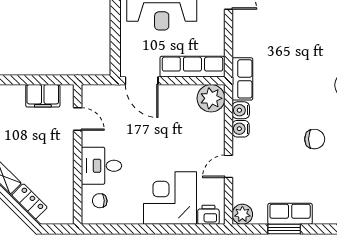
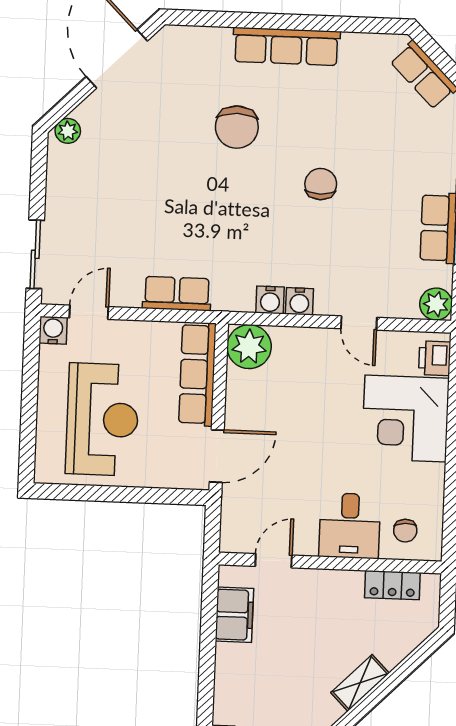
row of seats: (242, 79) -> (177, 294), moved
locker: (29, 201) -> (392, 585), moved, turned -135

